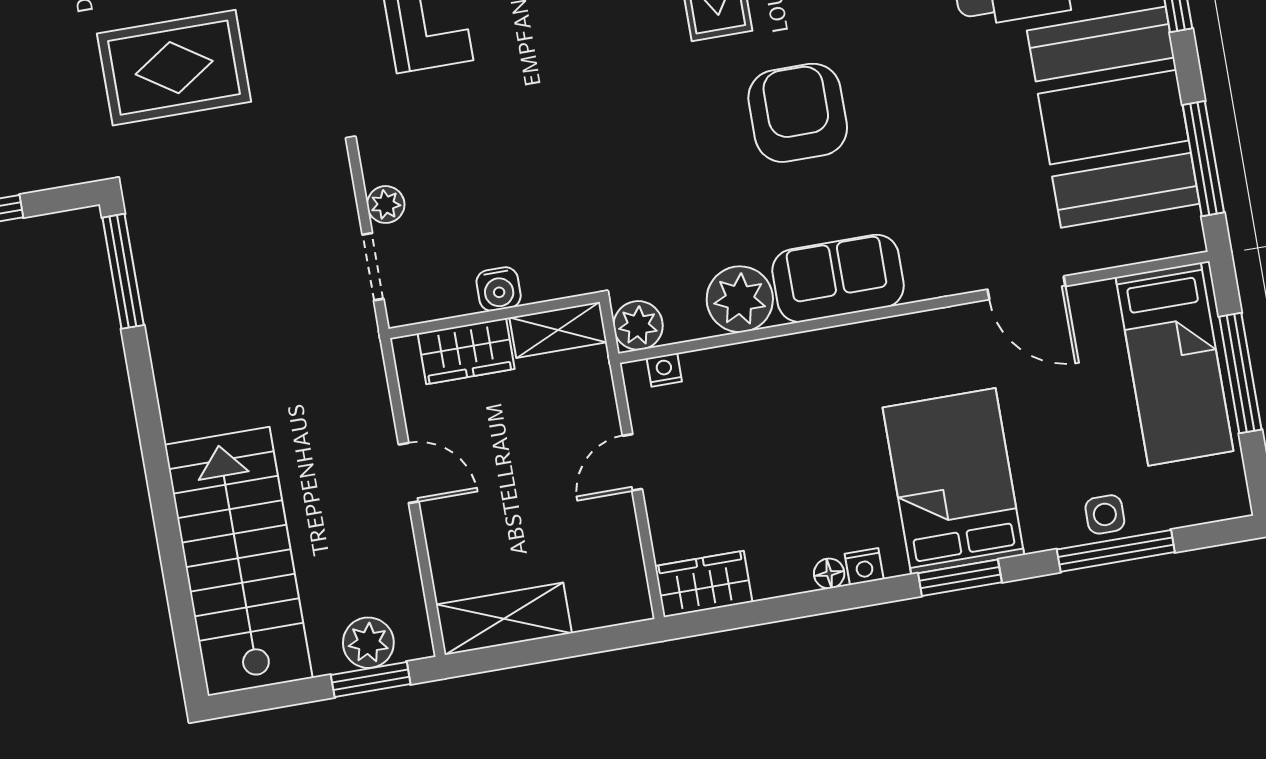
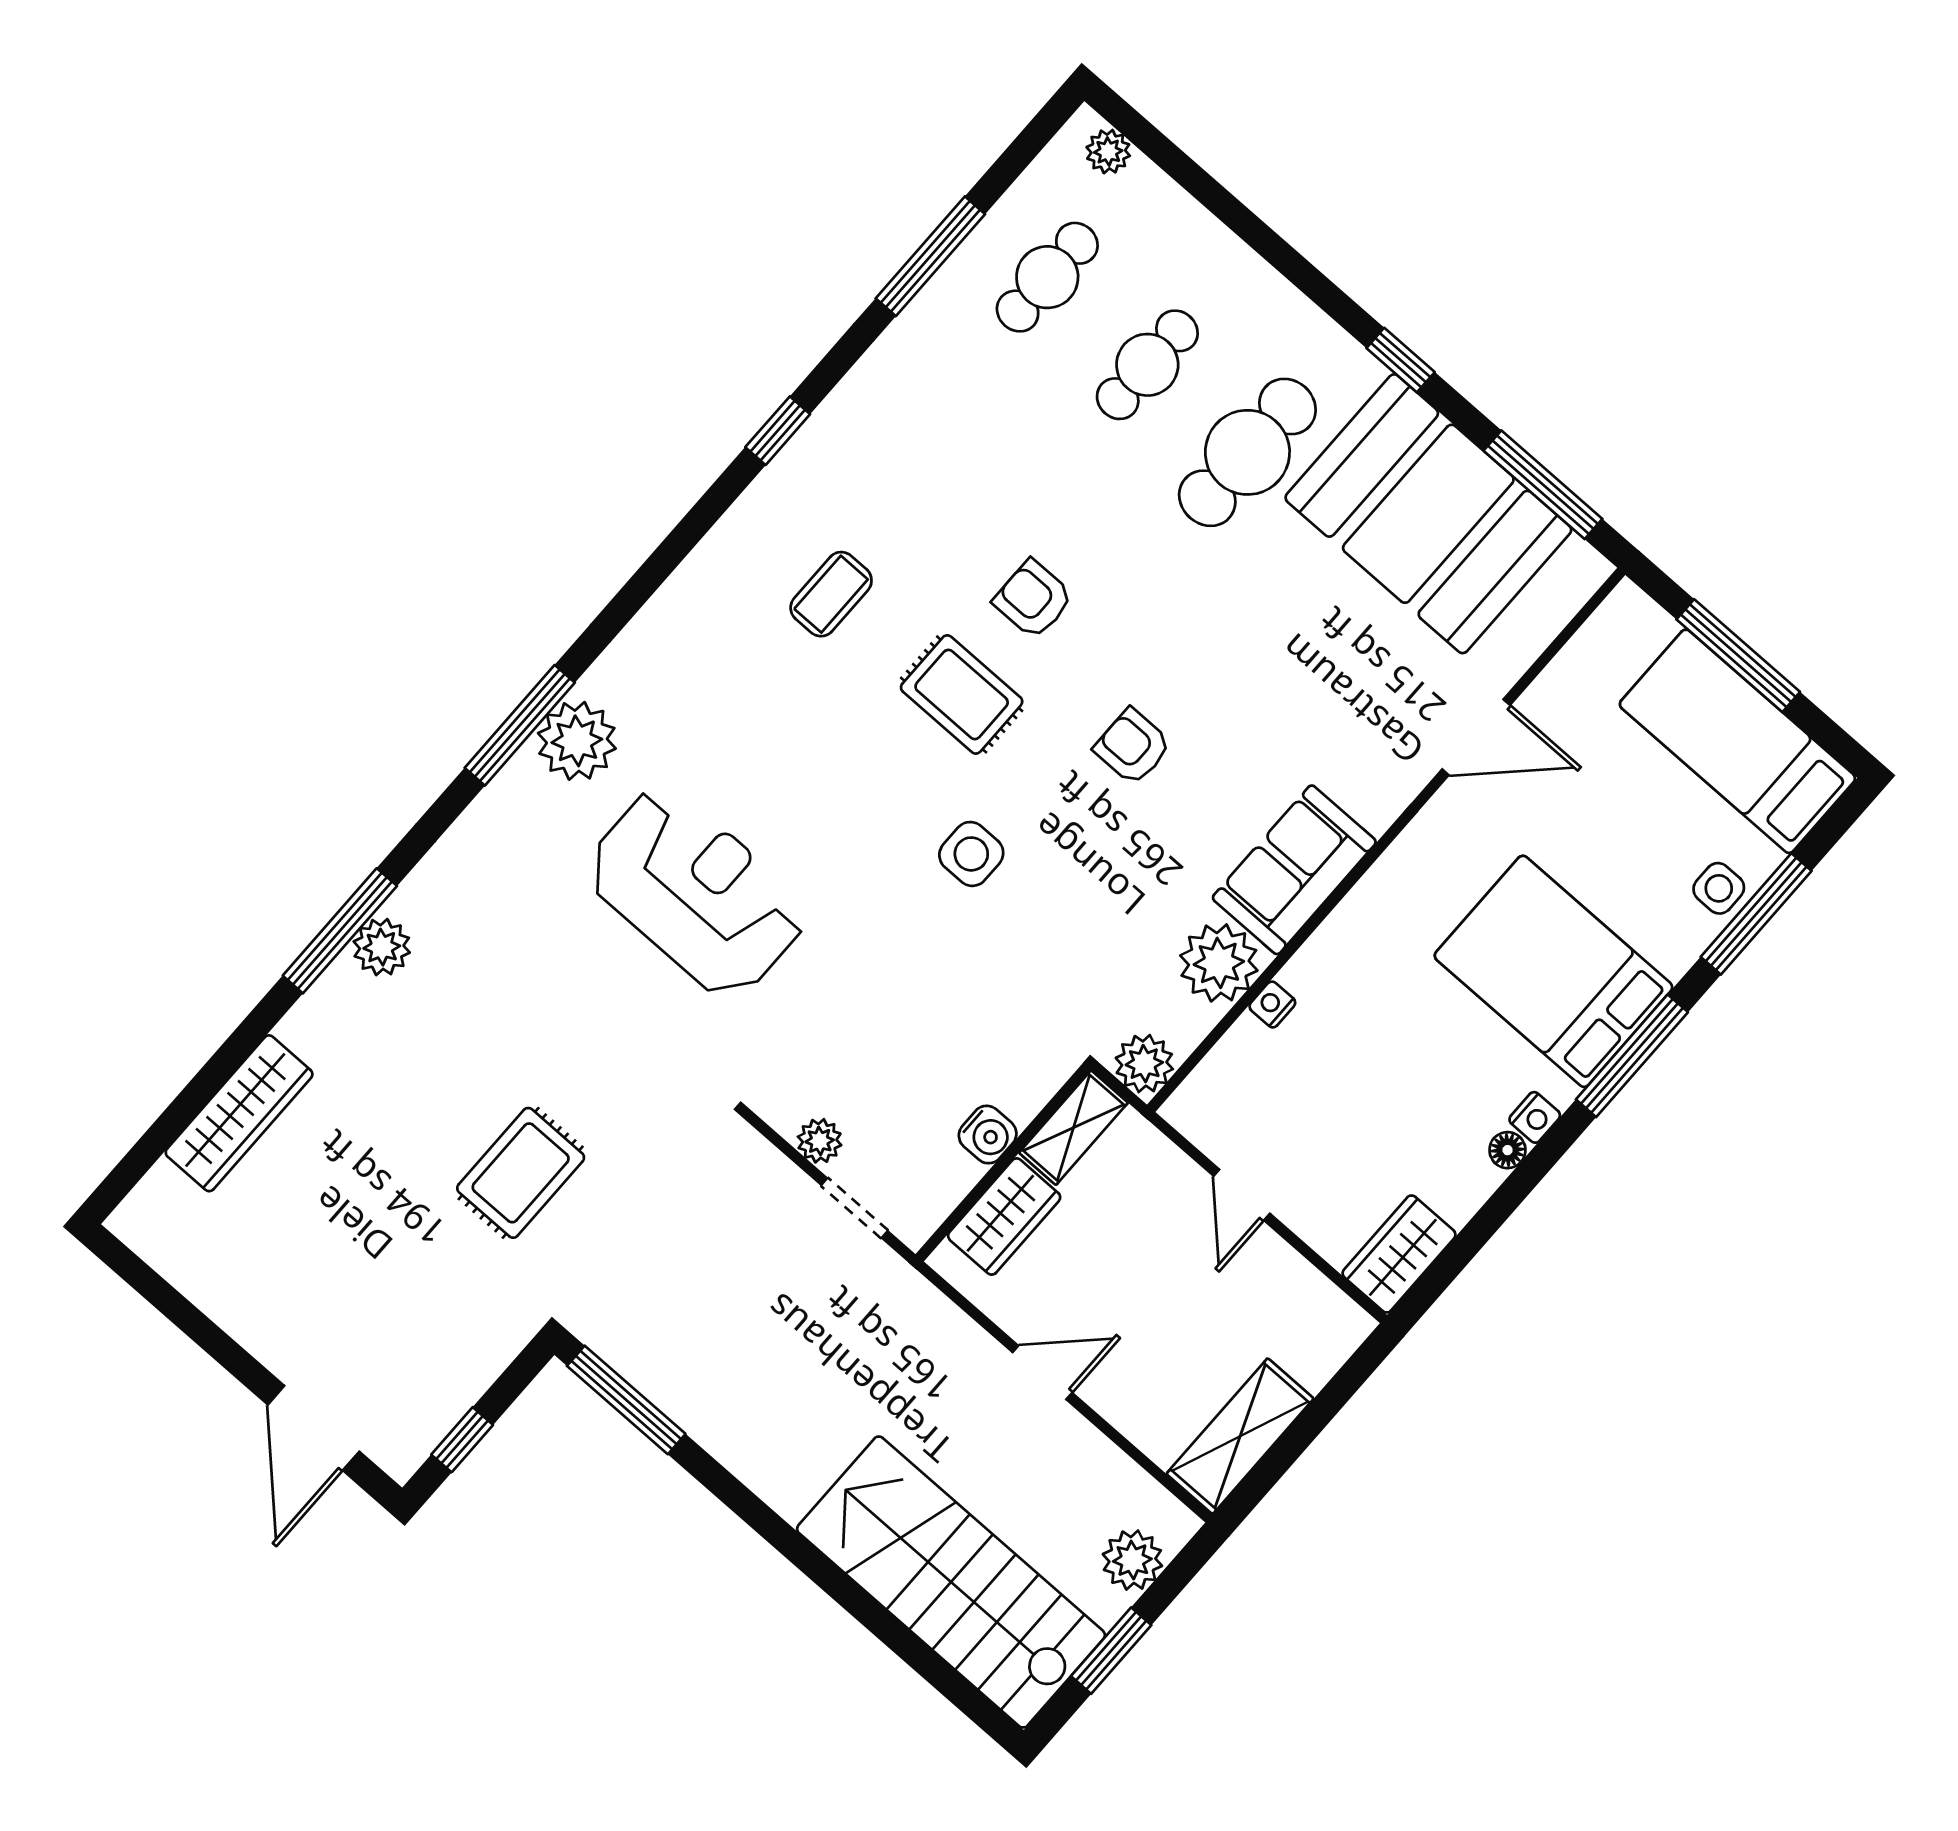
rug: (174, 68) -> (521, 1173), width x0.73, depth x0.70
side table: (636, 98) -> (971, 854), added
armchair: (798, 113) -> (1133, 747), width x0.53, depth x0.53
bed: (1174, 364) -> (1737, 741), moved, turned 180
nightstand: (664, 370) -> (1272, 1004), moved
window: (960, 578) -> (1632, 1056), width x1.44
window: (371, 680) -> (1111, 1651), moved

